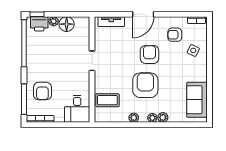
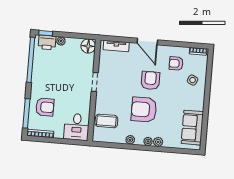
door: (143, 14) -> (147, 41), hinge flipped
floor lamp: (67, 24) -> (88, 46), moved
armchair: (145, 85) -> (144, 110), turned -90
armchair: (42, 91) -> (45, 107), turned -90

